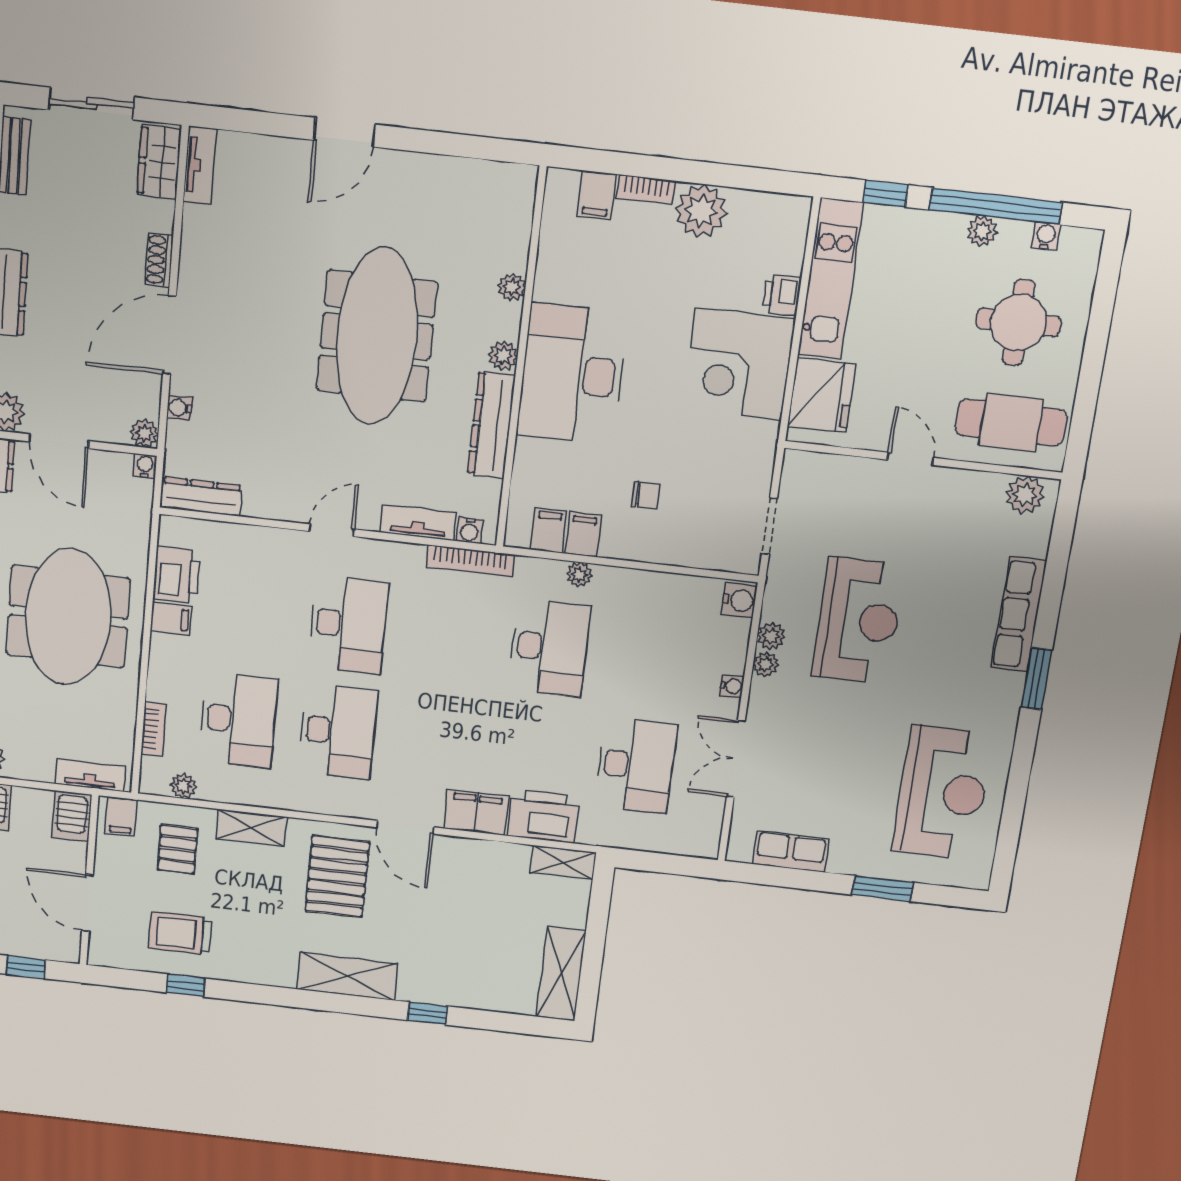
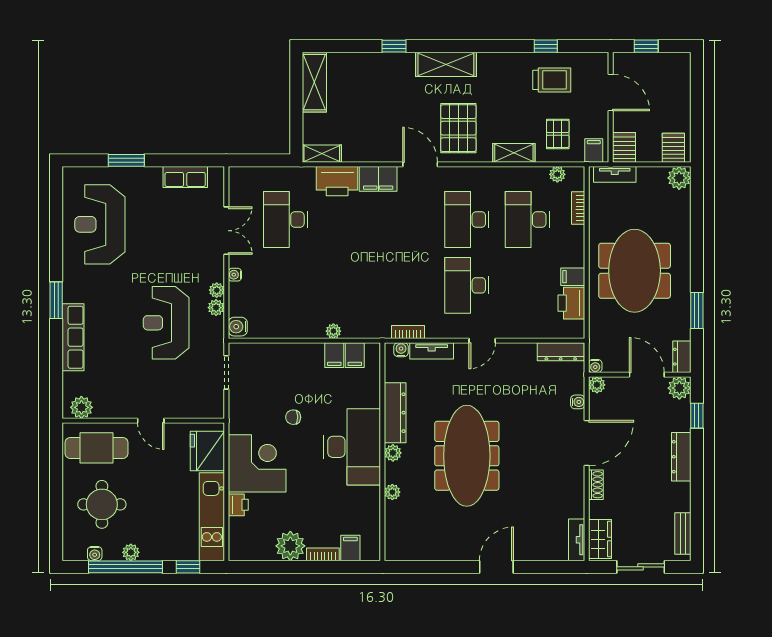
chair: (646, 496) -> (293, 417), moved
bookcase: (470, 561) -> (408, 332), width x0.64
desk: (549, 648) -> (346, 285), removed

